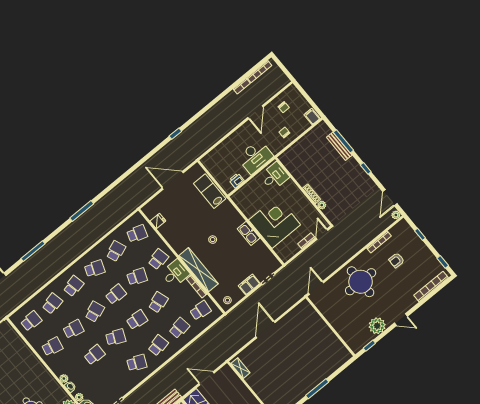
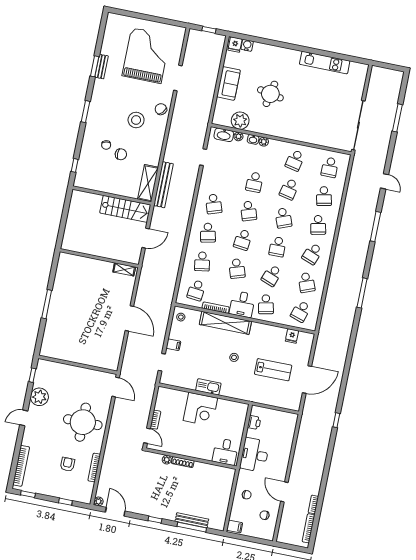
lab bench: (210, 191) -> (273, 370), moved
corner desk: (275, 222) -> (200, 409), width x0.74, depth x0.74
filing cabinet: (249, 285) -> (173, 345), width x0.50
school desk: (116, 337) -> (249, 211), turned -42
school desk: (137, 363) -> (214, 204), turned -42

